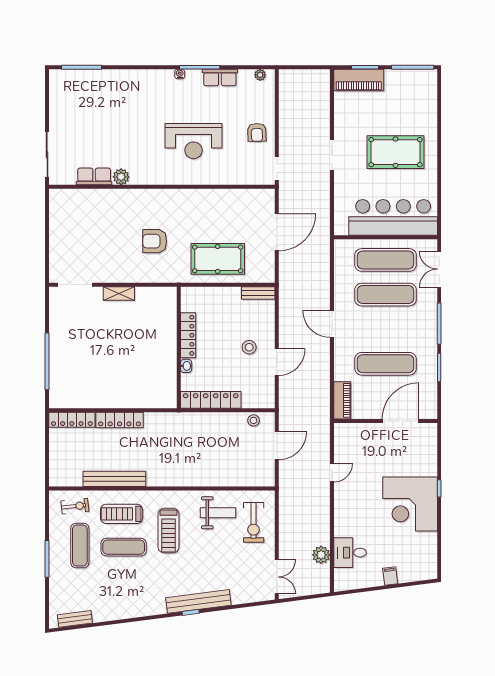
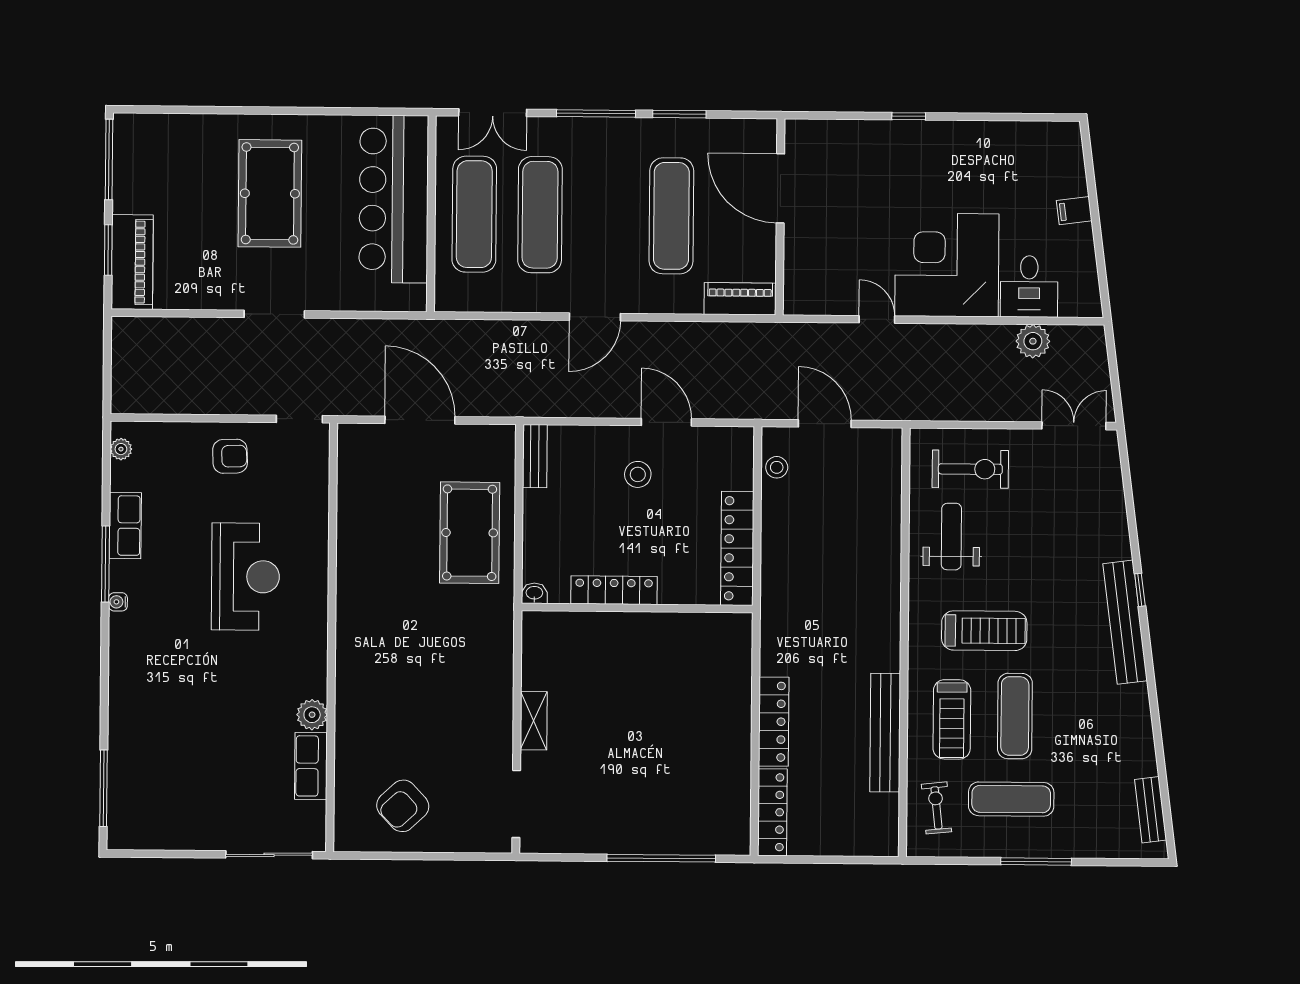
armchair: (155, 241) -> (403, 806), moved, turned 47
washbasin: (186, 366) -> (534, 593), moved
corner desk: (410, 504) -> (947, 265), moved, turned 180
bench: (198, 601) -> (1125, 622), moved

